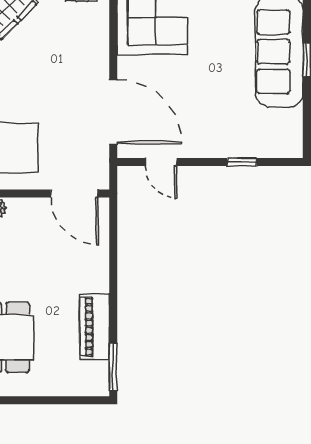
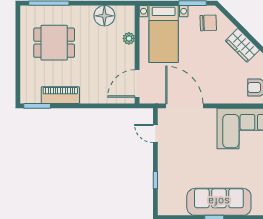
door: (113, 112) -> (184, 106), swing flipped
door: (161, 162) -> (155, 134), hinge flipped

